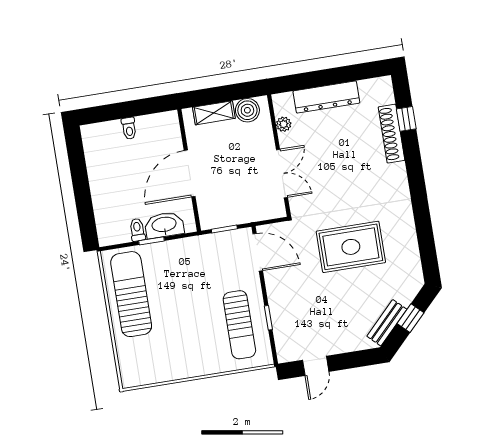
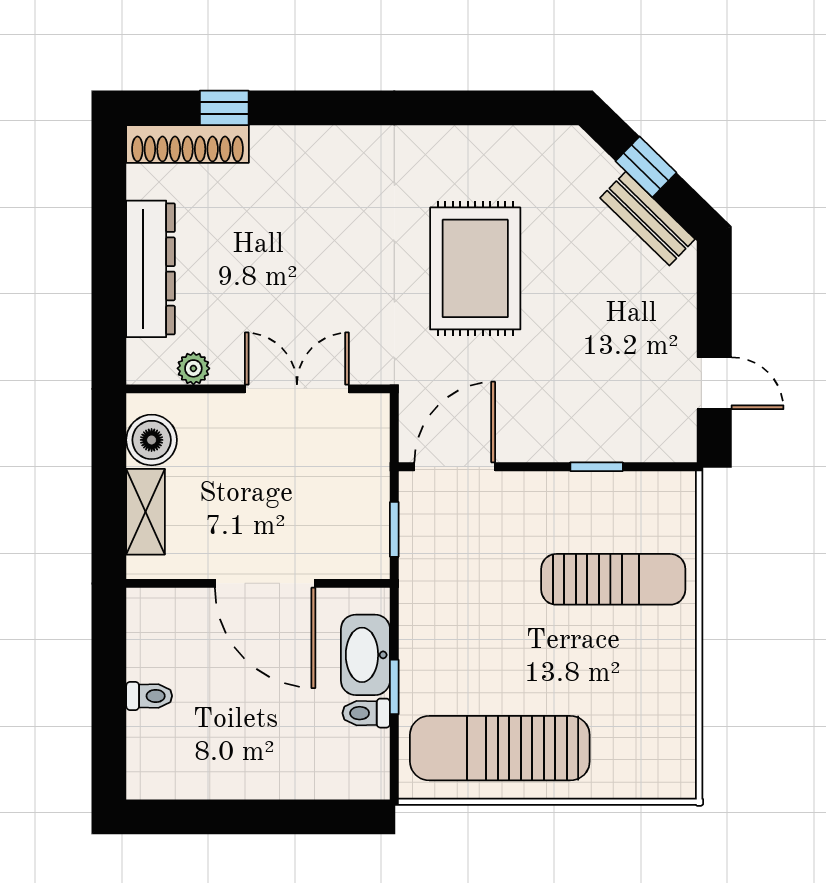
shoe rack: (391, 134) -> (188, 144), moved
sun lounger: (239, 325) -> (613, 579), moved

